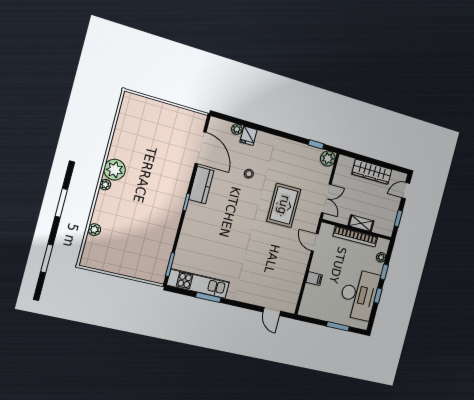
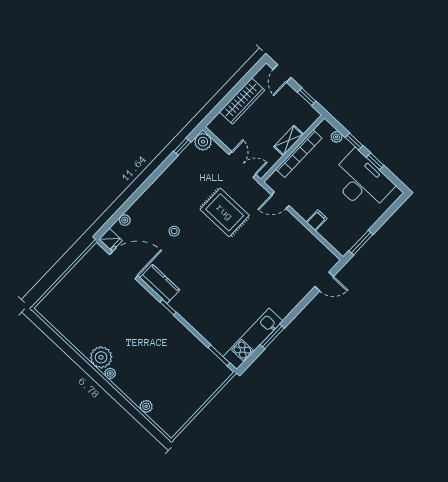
fridge: (248, 136) -> (111, 240), moved
window: (338, 326) -> (361, 243), moved

